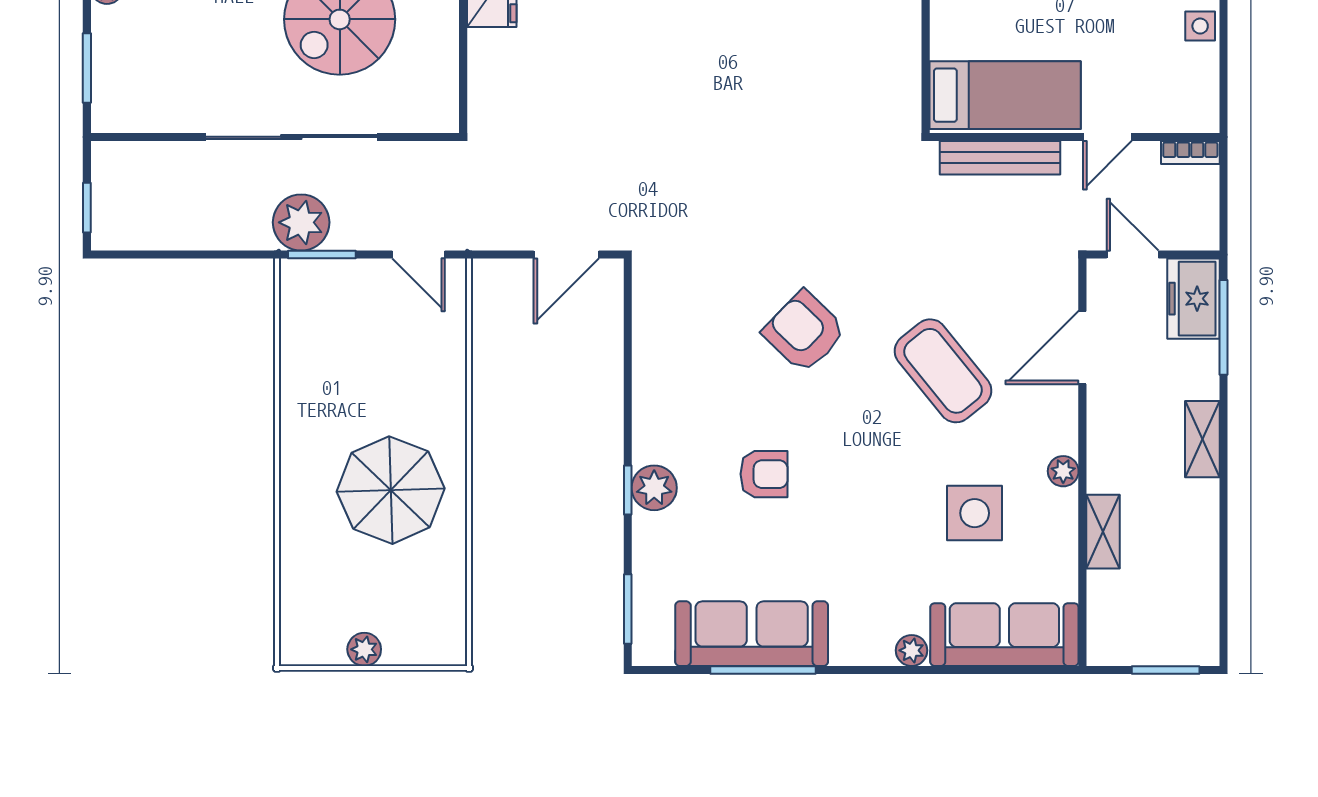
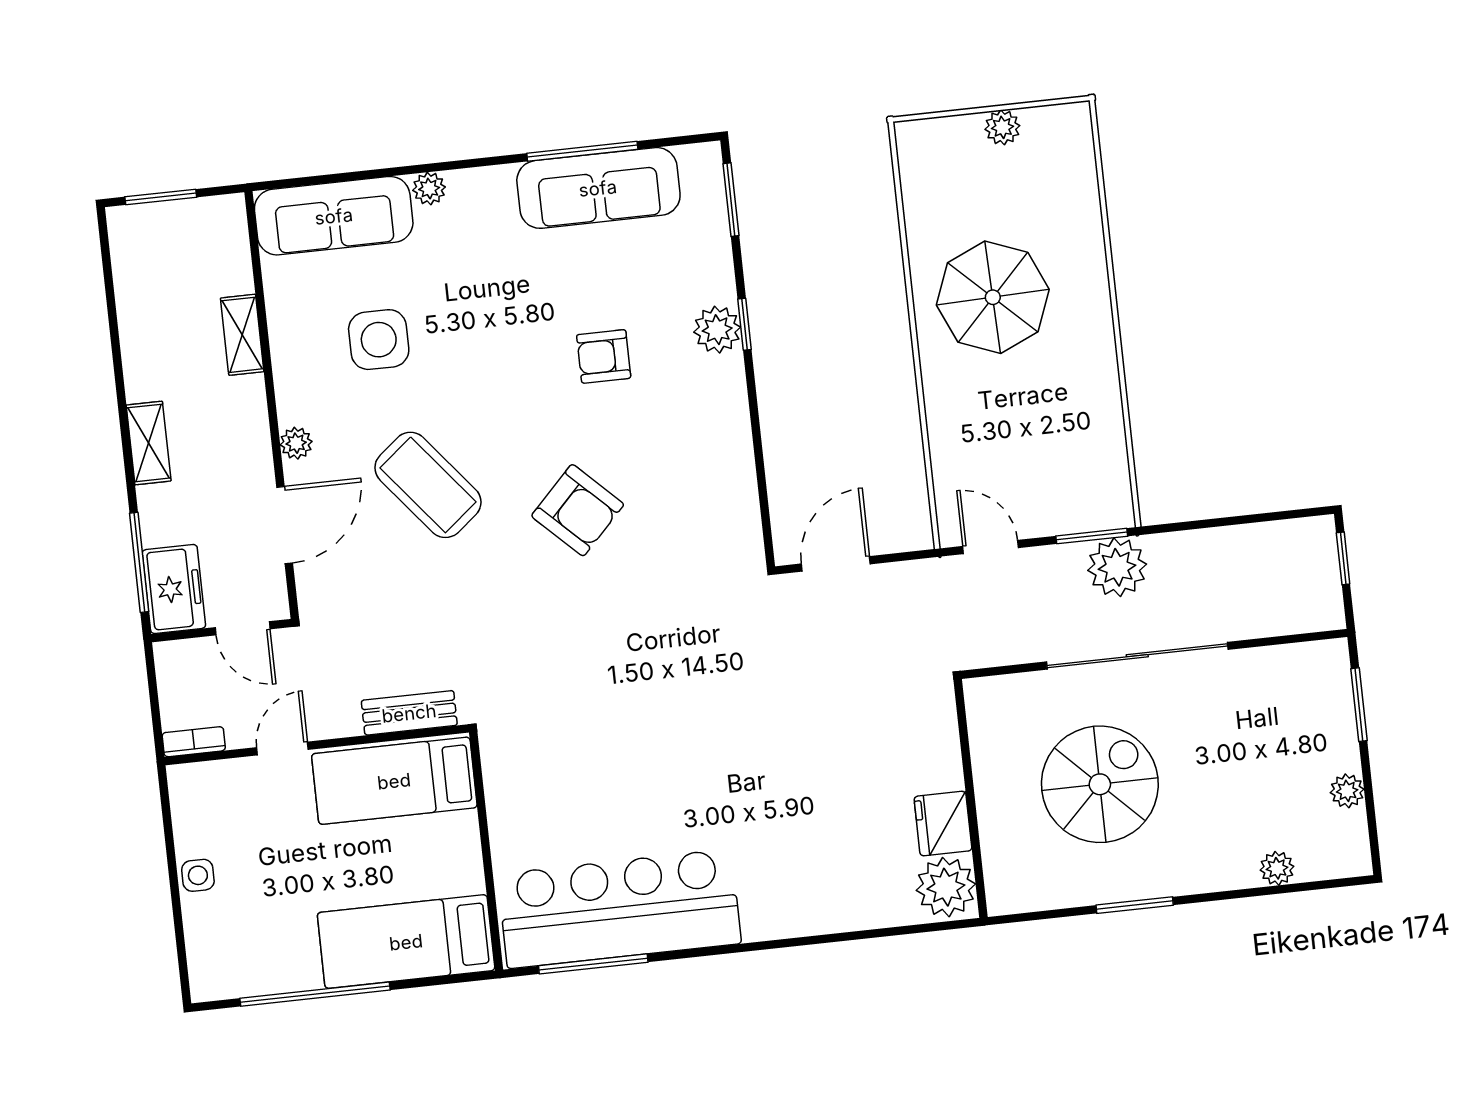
bench: (1000, 158) -> (409, 713), width x0.73
plant: (1063, 471) -> (296, 443), moved

